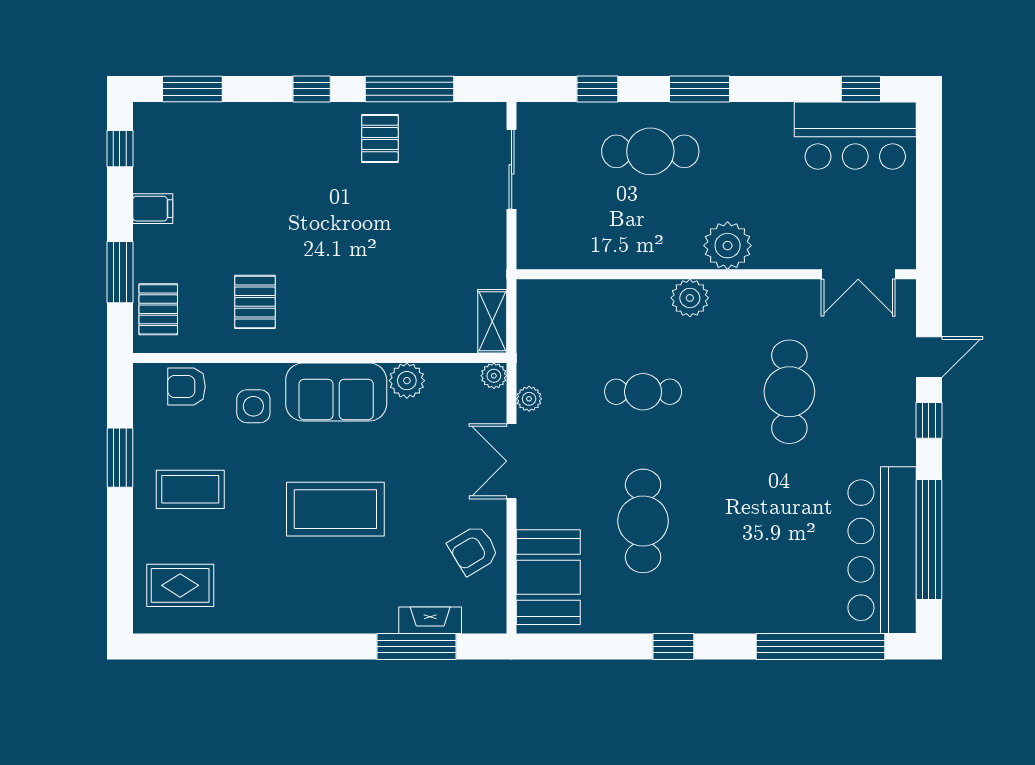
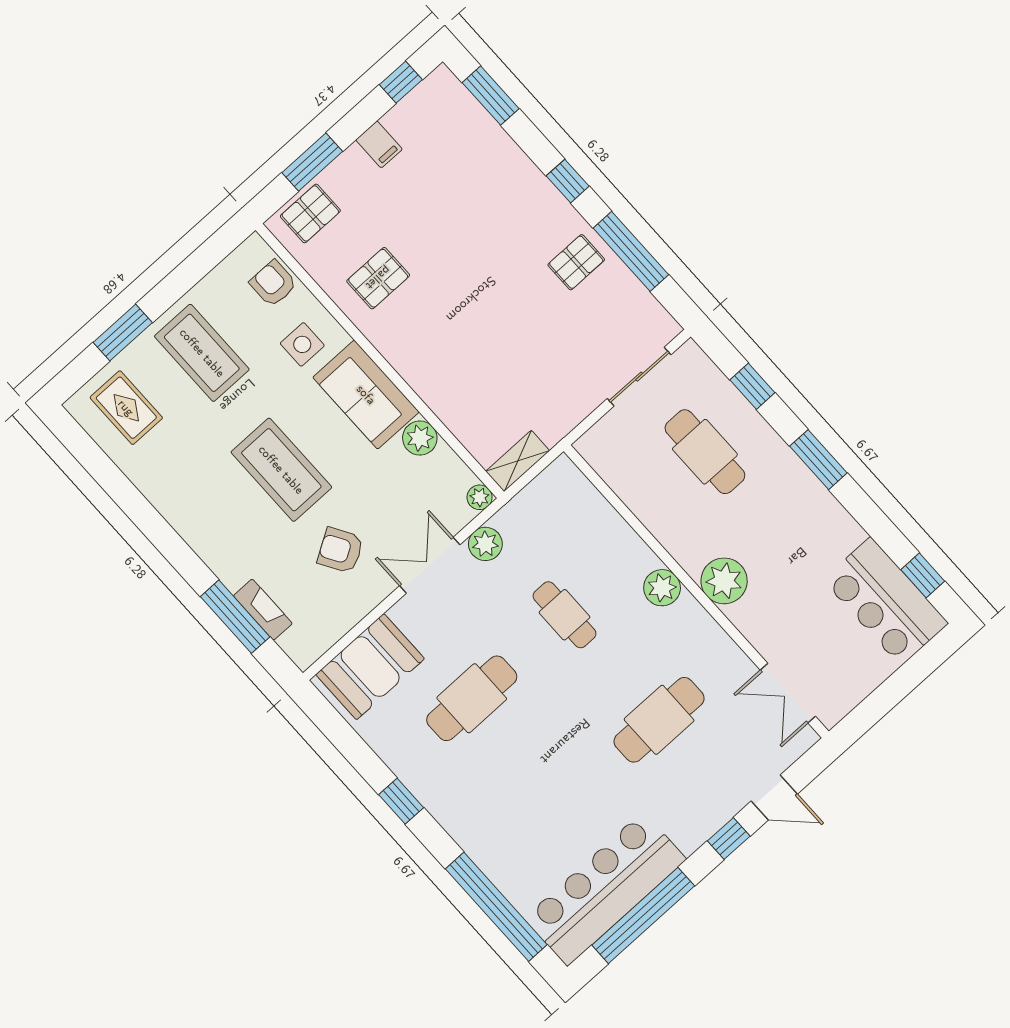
cafe table: (650, 151) -> (705, 452), moved
plant: (529, 399) -> (485, 544), width x1.38, depth x1.38
window: (120, 458) -> (123, 333), moved
coffee table: (190, 489) -> (202, 353), width x1.36, depth x1.32
armchair: (473, 550) -> (340, 550), moved

